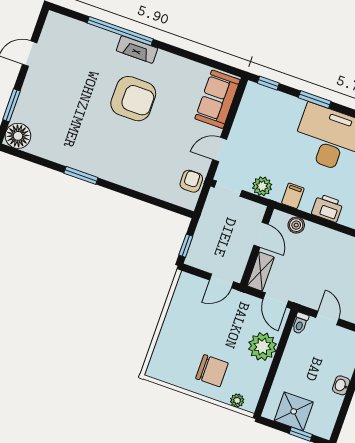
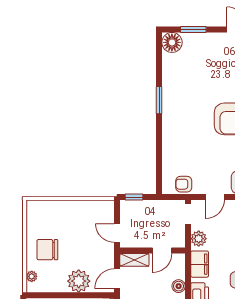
door: (220, 150) -> (215, 197), swing flipped
armchair: (191, 181) -> (184, 184), turned 180
filing cabinet: (293, 196) -> (200, 264), width x2.00
boiler: (296, 225) -> (179, 286), moved
chair: (212, 371) -> (47, 250), turned 90

